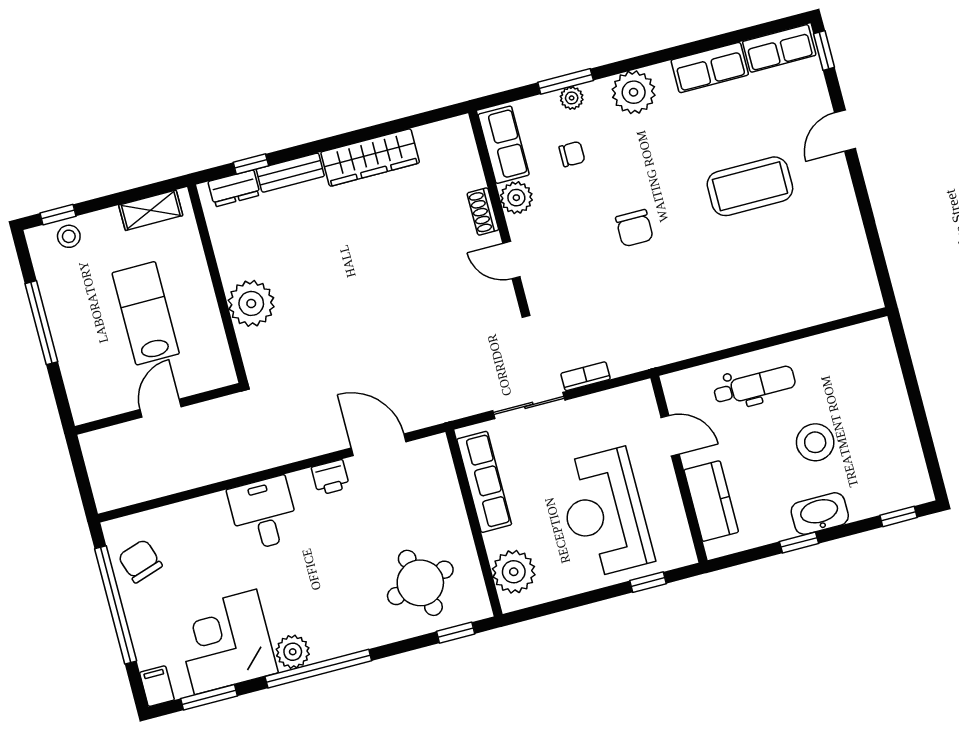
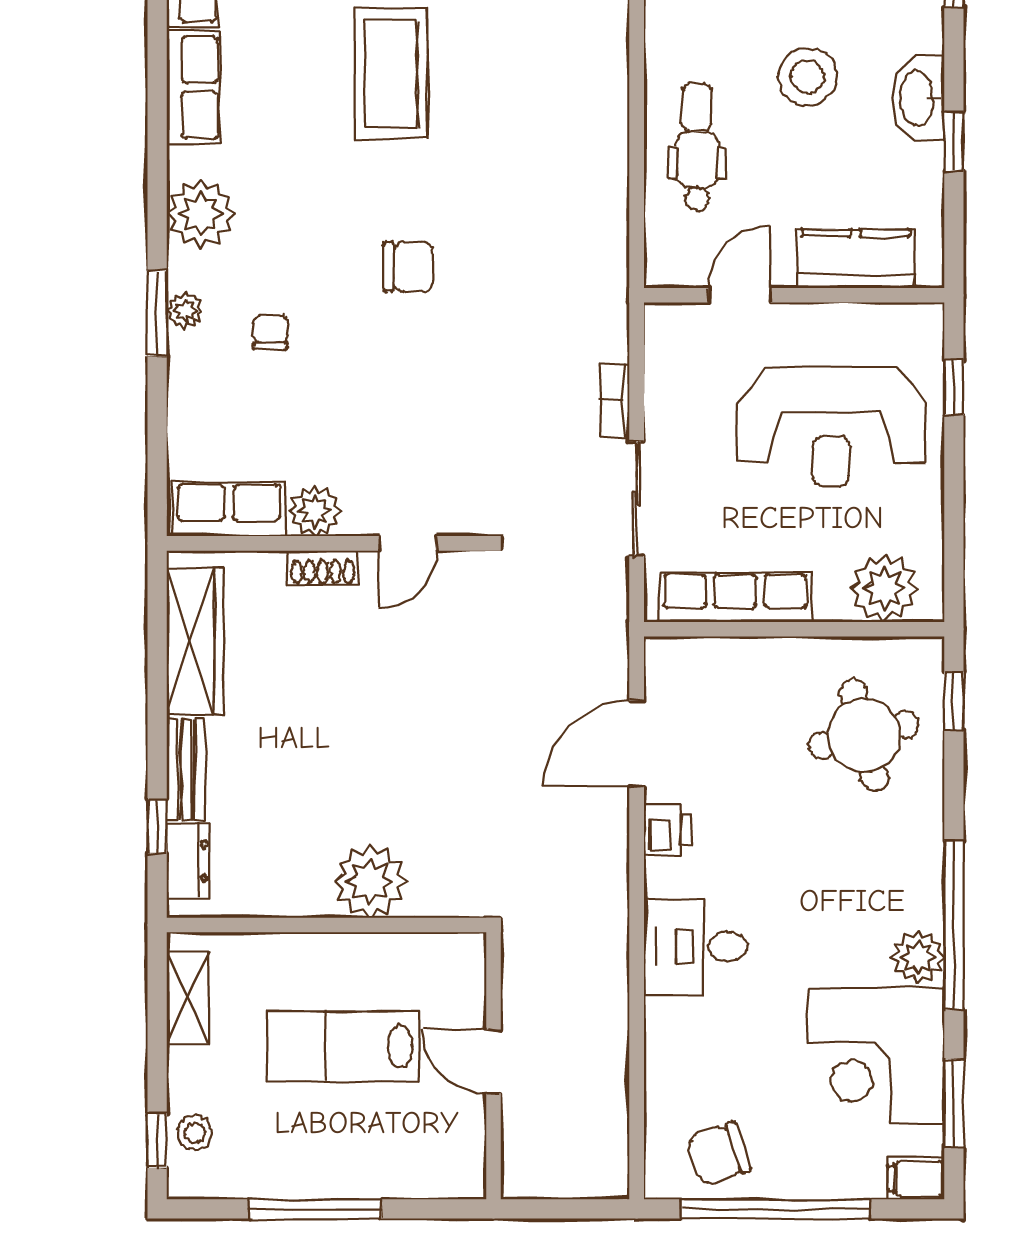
row of seats: (504, 145) -> (229, 509), moved
plant: (516, 198) -> (315, 511), moved
wall: (498, 210) -> (327, 543), moved
shoe rack: (483, 212) -> (323, 567), moved
door: (511, 260) -> (408, 543), moved

